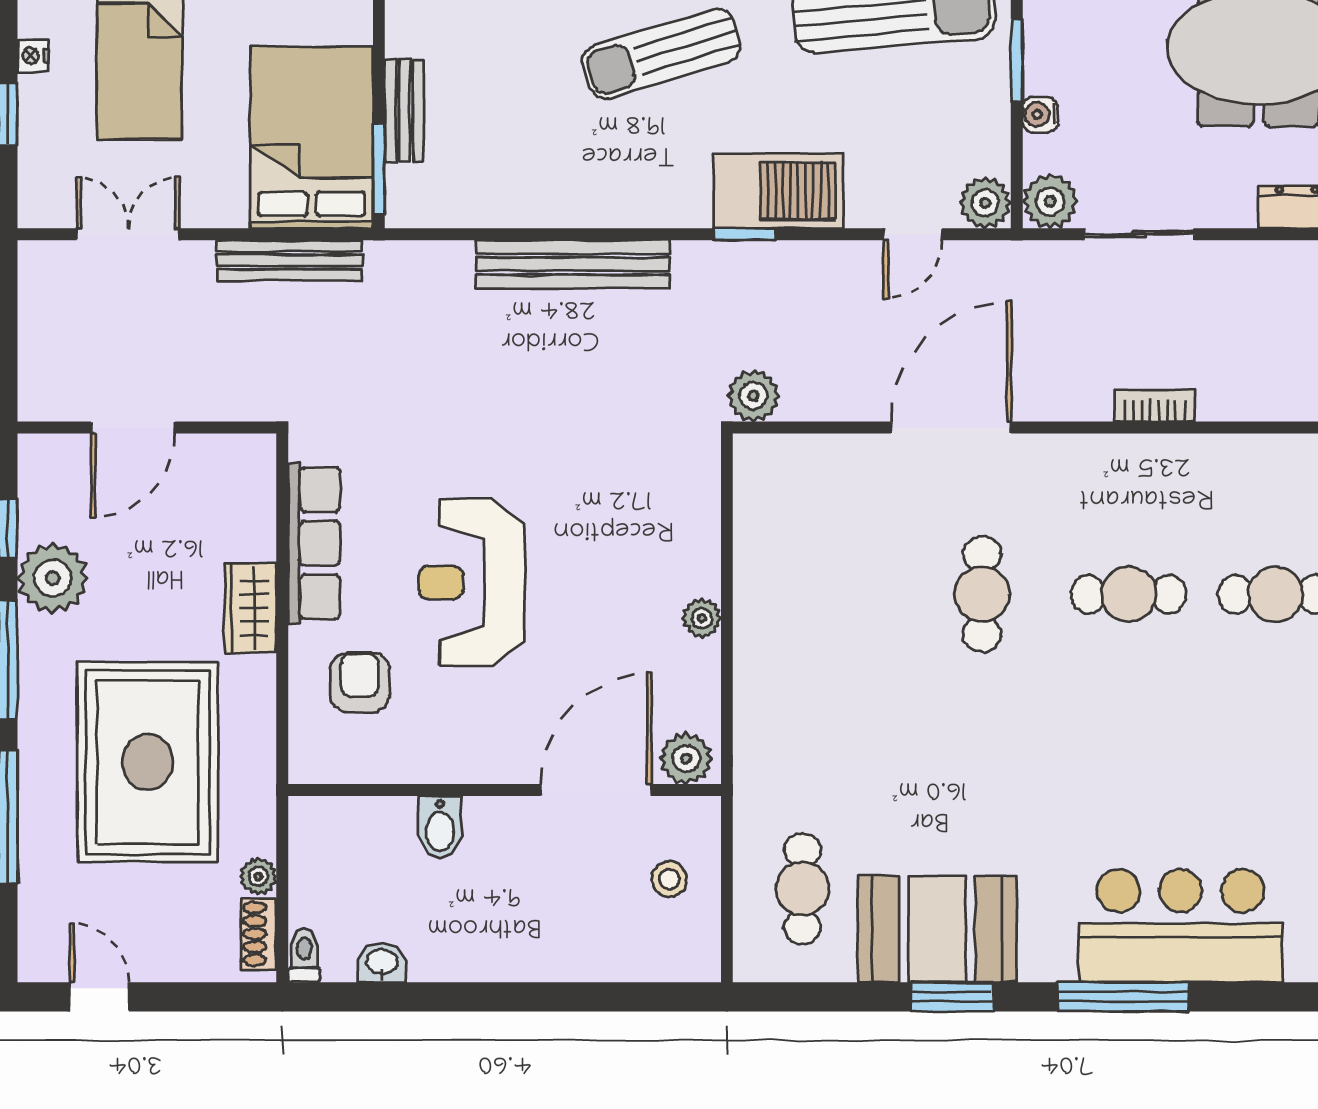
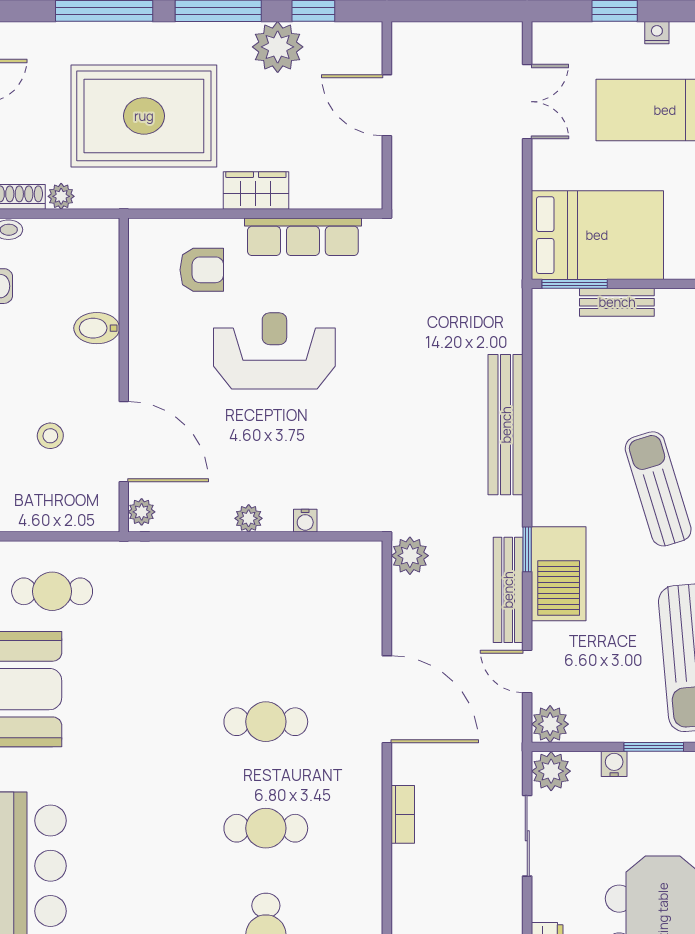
bench: (290, 260) -> (508, 590), moved
bookcase: (1155, 406) -> (403, 814), moved
water cooler: (705, 540) -> (305, 521), added
cafe table: (1129, 594) -> (266, 828), turned 90
plant: (686, 759) -> (142, 512), width x0.73, depth x0.73
stool: (669, 879) -> (50, 436), moved

